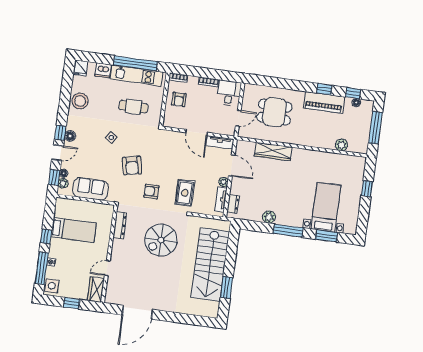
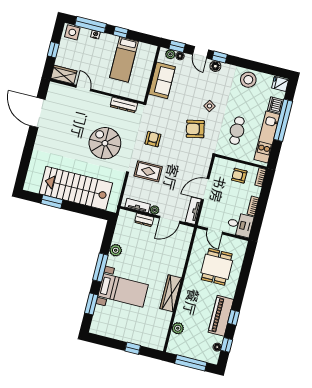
window: (135, 63) -> (283, 120), moved
wardrobe: (273, 151) -> (171, 293), moved
armchair: (132, 166) -> (195, 129), moved
dresser: (233, 204) -> (144, 220), moved
bed with nightstands: (326, 207) -> (123, 290), moved

